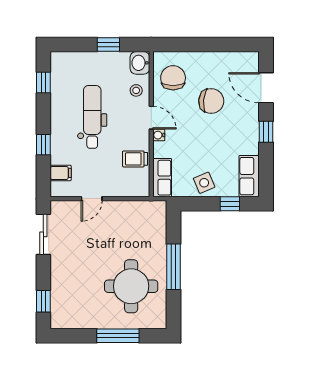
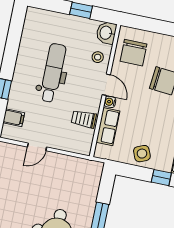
chair: (173, 78) -> (133, 53), turned 180
window: (43, 82) -> (15, 32), removed
row of seats: (162, 178) -> (108, 127), moved

